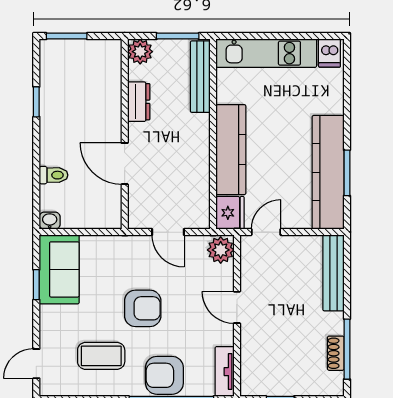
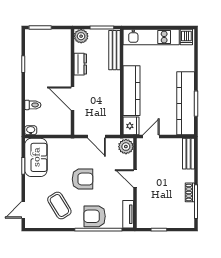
bench: (333, 273) -> (189, 154), width x0.73
shoe rack: (336, 353) -> (190, 192), moved
coffee table: (101, 356) -> (59, 205), turned 59

